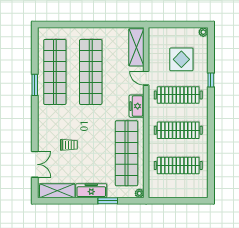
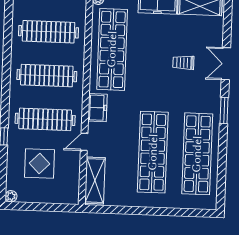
door: (146, 78) -> (84, 142), swing flipped
window: (35, 85) -> (224, 111), moved
double door: (35, 164) -> (226, 64), moved

